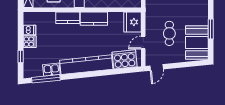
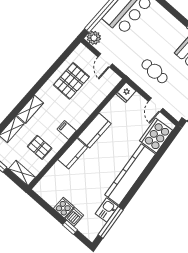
fridge: (133, 22) -> (126, 92), width x0.53, depth x0.75
dishwasher: (29, 30) -> (74, 217), moved
cafe table: (169, 33) -> (155, 71), moved

